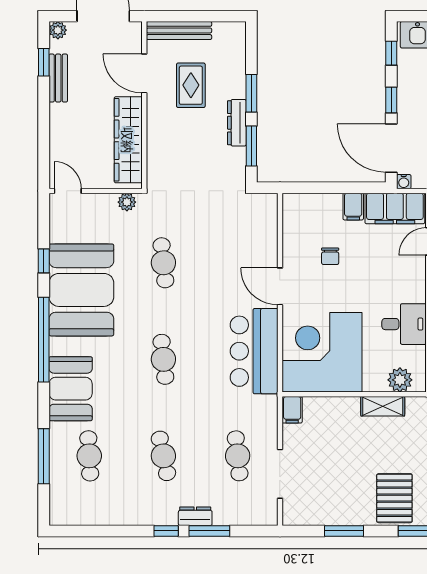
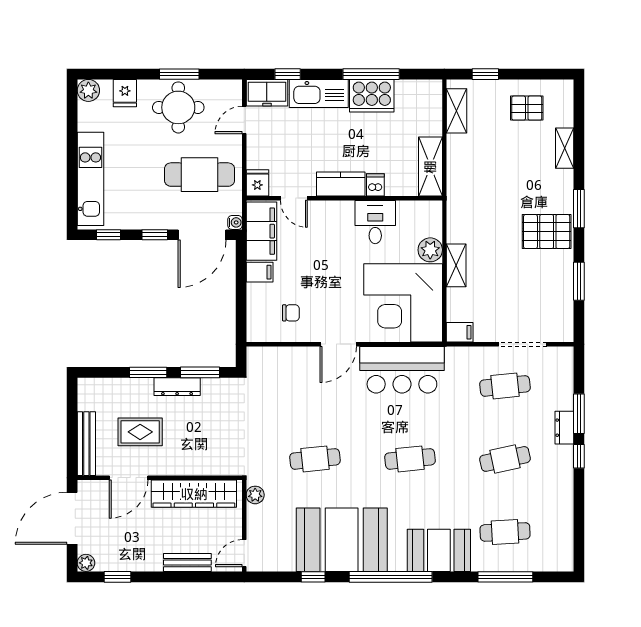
bench: (58, 78) -> (187, 563), moved
chair: (330, 256) -> (291, 313), moved
plant: (400, 380) -> (430, 250), moved
shelving: (383, 406) -> (456, 265), moved

